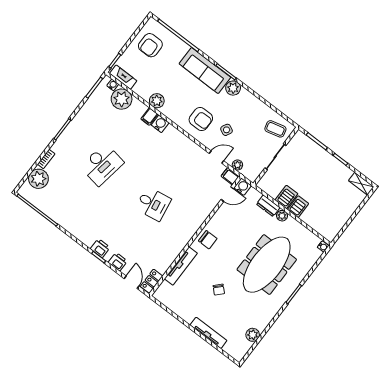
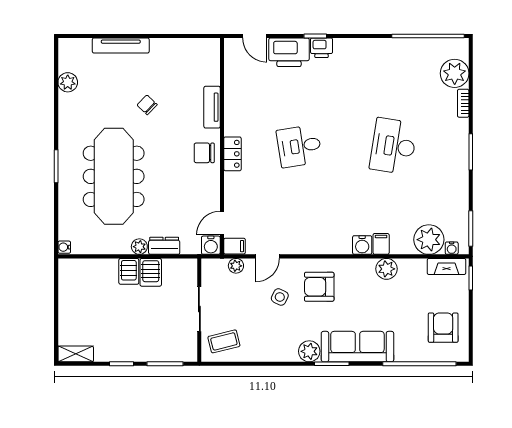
printer: (118, 262) -> (289, 52), width x1.87, depth x1.48
tv unit: (181, 266) -> (212, 107), width x0.71
locker: (152, 281) -> (232, 154), moved

